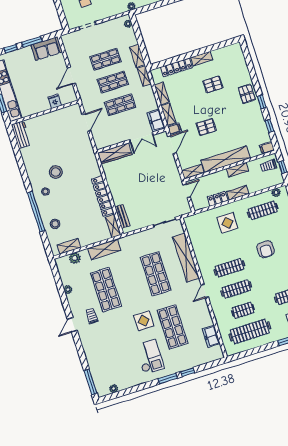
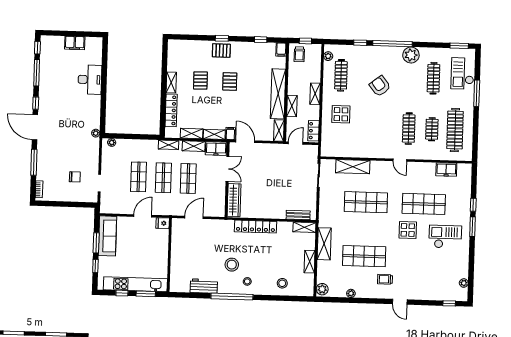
sofa: (47, 48) -> (107, 236), width x1.36
shelving: (137, 56) -> (194, 146), moved
door: (71, 76) -> (143, 216), swing flipped
fridge: (55, 101) -> (163, 223), moved
window: (262, 102) -> (222, 38), moved
door: (86, 123) -> (194, 217), hinge flipped
pallet: (206, 127) -> (230, 81), moved
workbench: (21, 135) -> (204, 286), moved
shelving: (237, 170) -> (292, 106), moved
door: (187, 191) -> (296, 143), hinge flipped
locker: (103, 196) -> (256, 227), moved
locker: (217, 199) -> (314, 131), moved
window: (36, 212) -> (232, 297), moved
shelving: (69, 246) -> (310, 262), moved
armchair: (266, 249) -> (380, 86), turned -128
plant: (75, 258) -> (322, 289), moved
shelving: (186, 258) -> (353, 167), width x0.68
clothes rail: (229, 268) -> (386, 128), removed
door: (72, 325) -> (400, 302), moved
window: (90, 382) -> (449, 303), width x0.46

